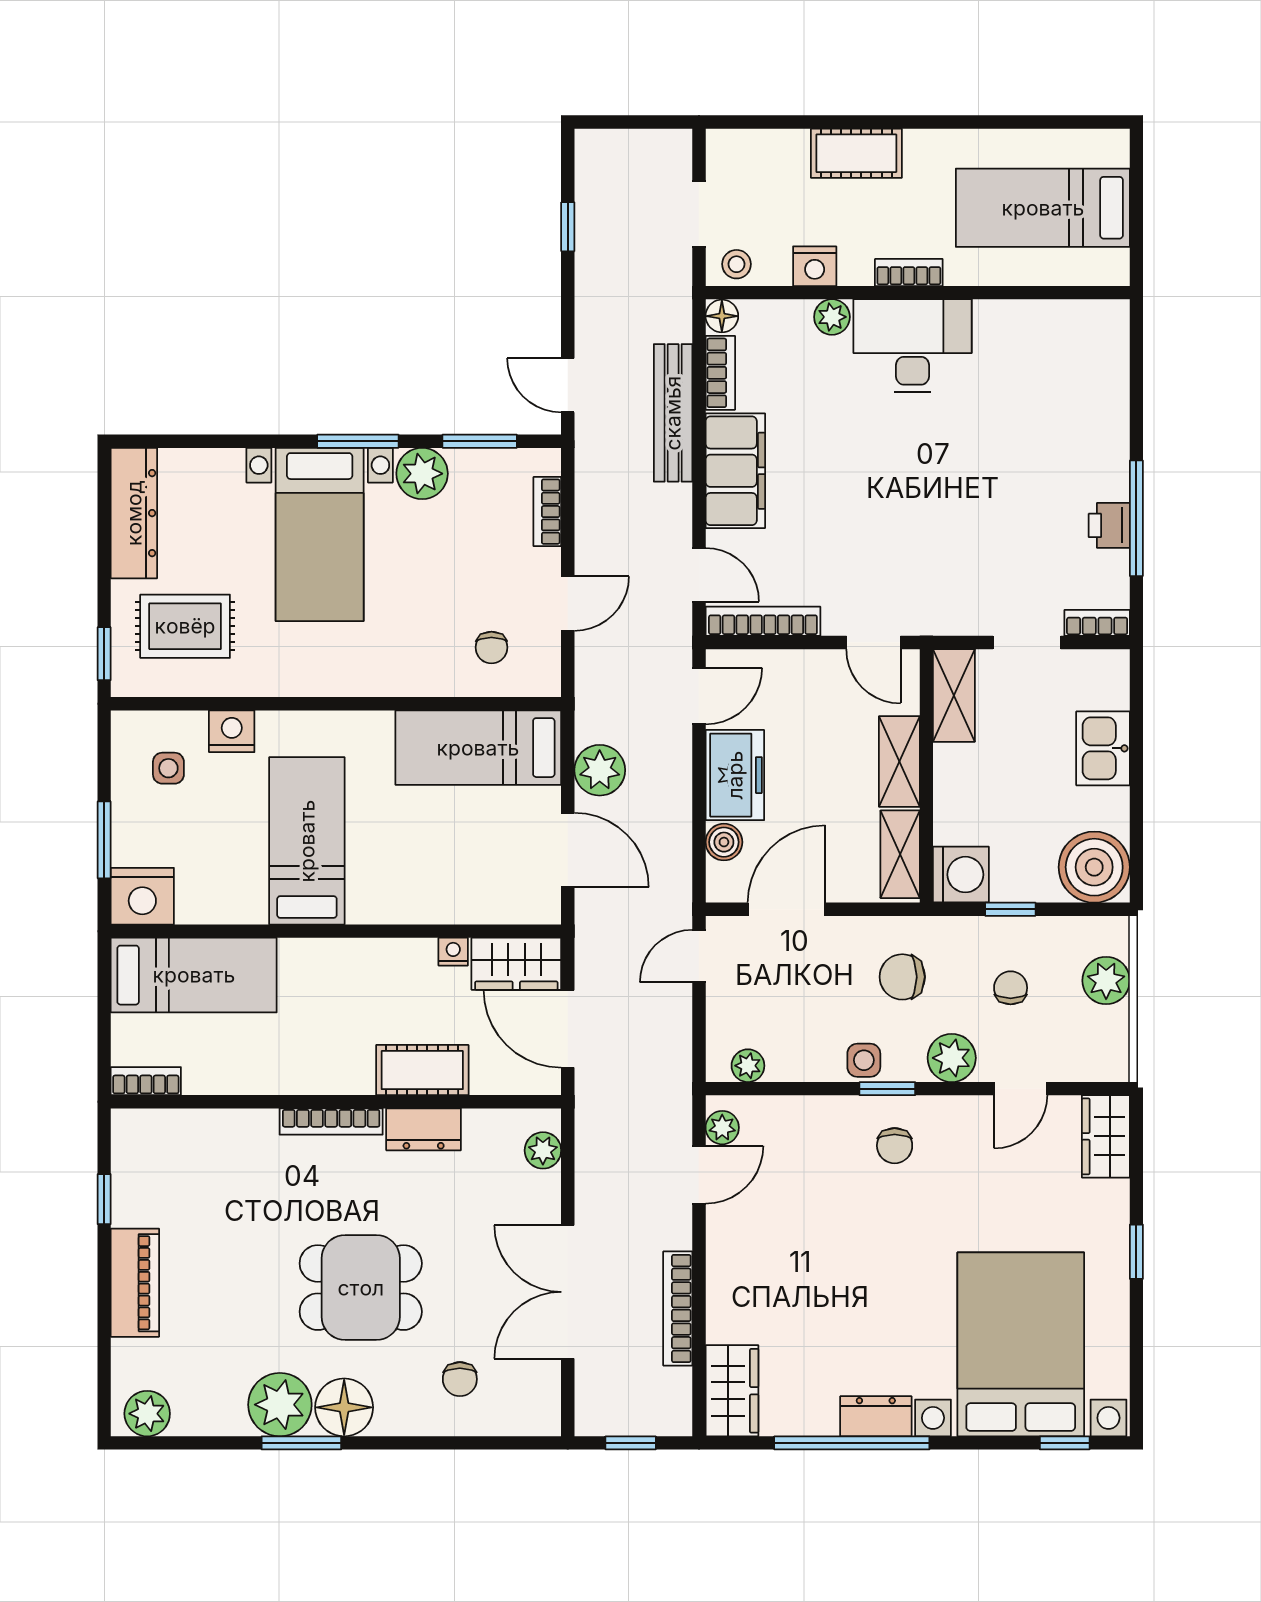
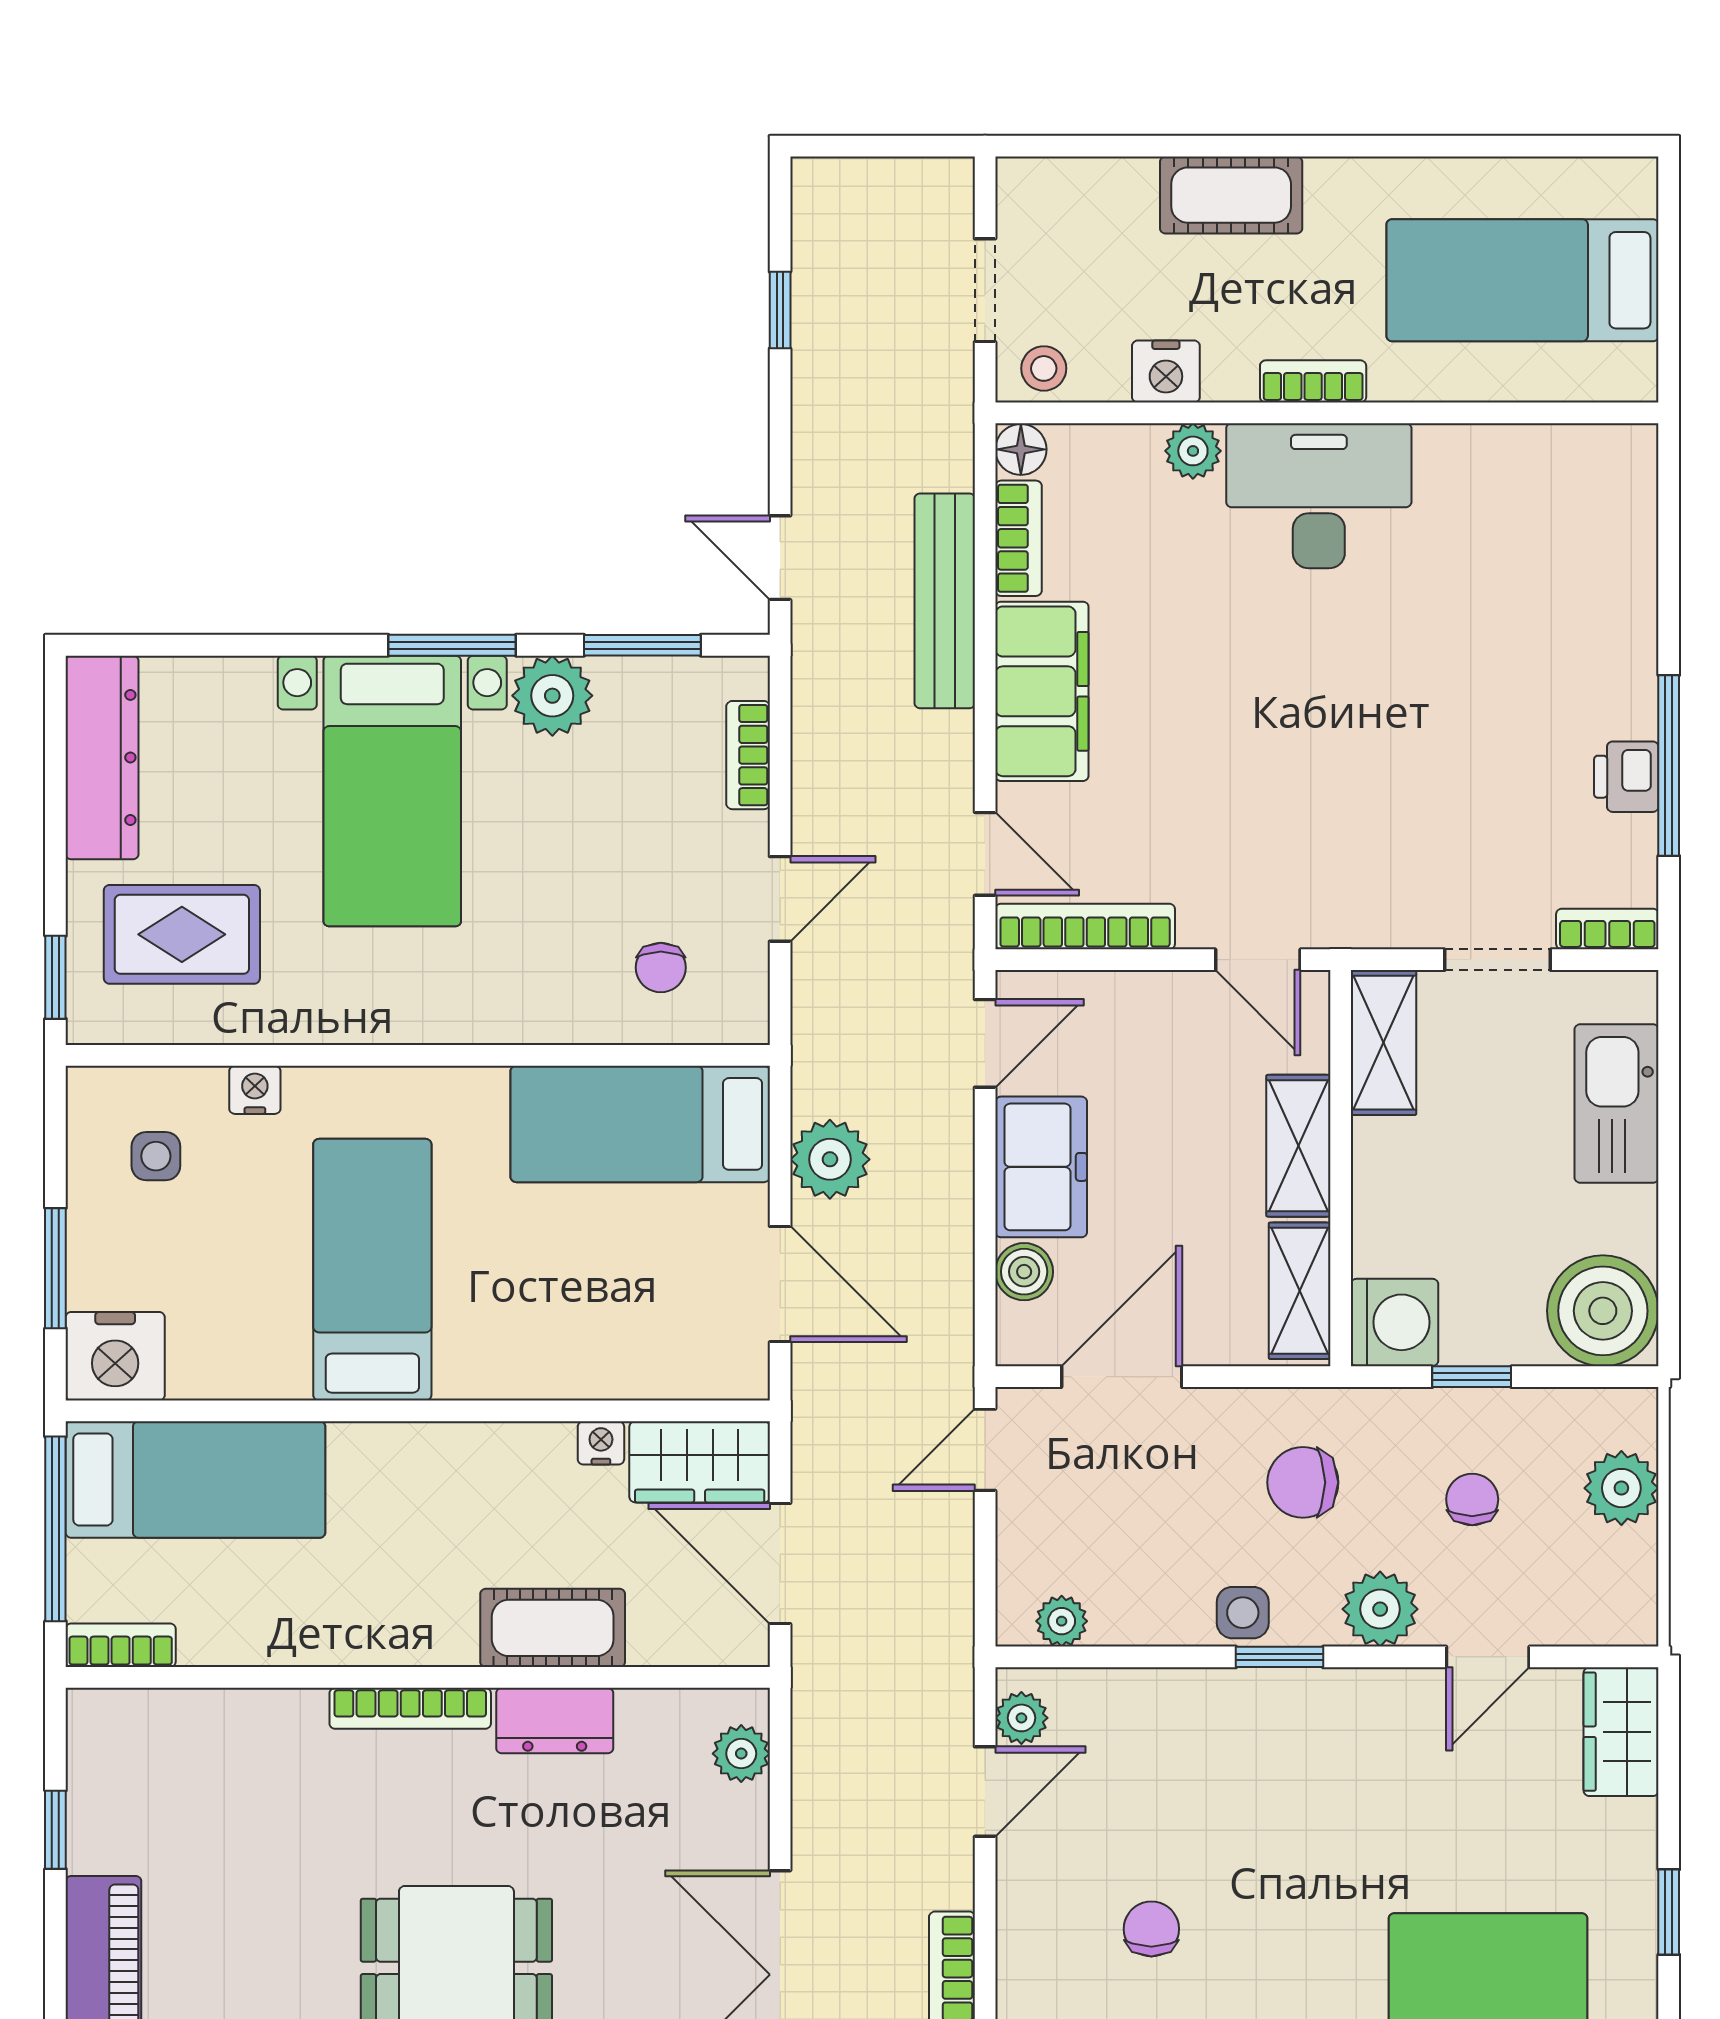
nightstand: (232, 731) -> (255, 1090), width x0.72, depth x0.74
kitchen sink: (1103, 748) -> (1617, 1104), width x1.38
window: (104, 1007) -> (55, 1529), added
chair: (895, 1146) -> (1151, 1929), moved, turned 180

